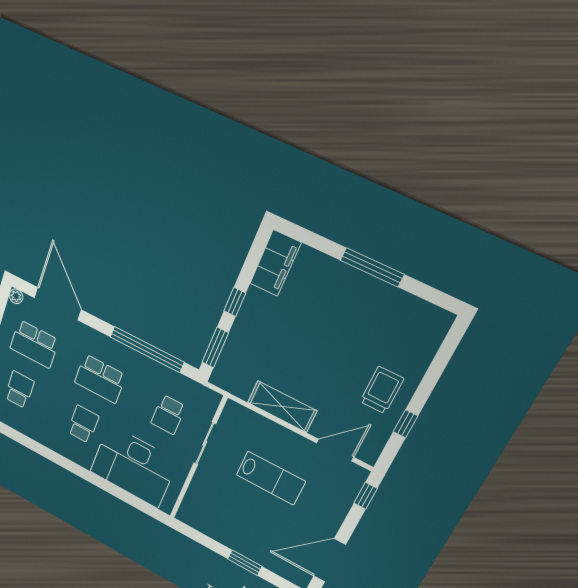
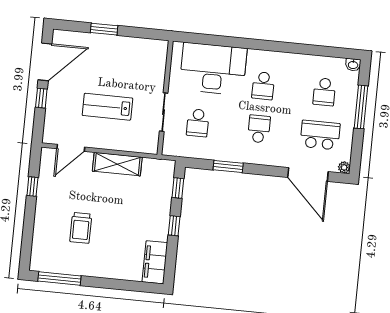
window: (372, 267) -> (59, 278), moved
window: (215, 348) -> (178, 188), width x0.67
window: (147, 350) -> (228, 167), width x0.47
school desk: (100, 379) -> (259, 129), width x0.54
trolley: (382, 390) -> (81, 228), moved
school desk: (168, 415) -> (198, 123), turned 180
window: (365, 496) -> (41, 98), moved

